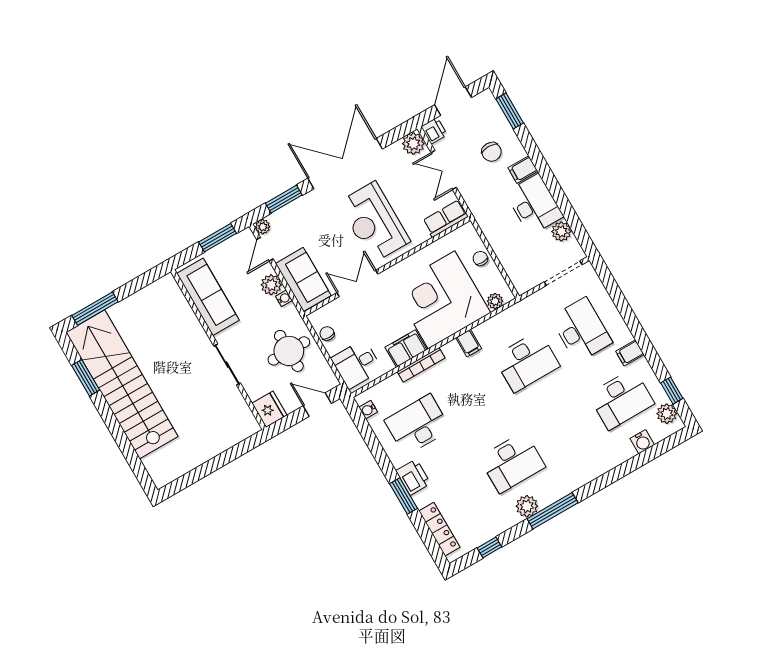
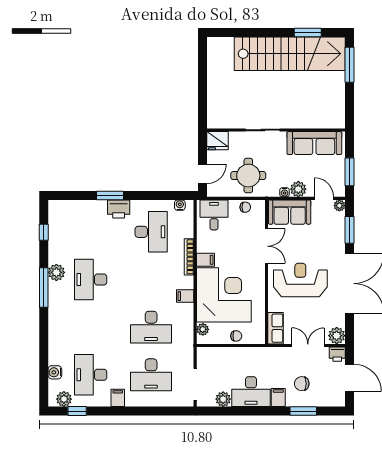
window: (510, 111) -> (303, 411), moved
filing cabinet: (406, 349) -> (205, 260), width x0.50
desk: (527, 362) -> (151, 327), turned -90
locker: (439, 529) -> (75, 206), removed

